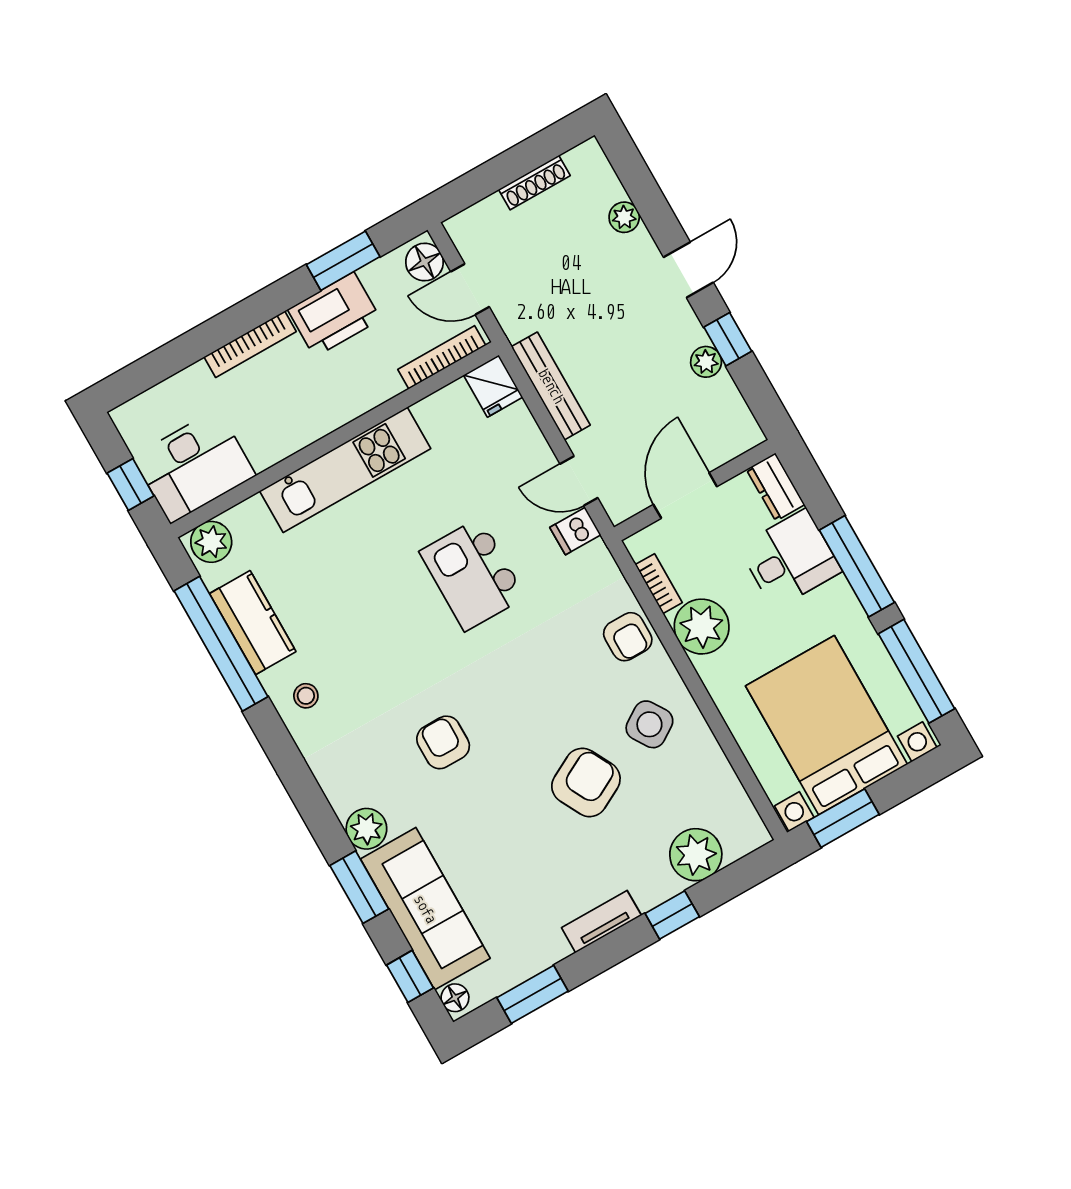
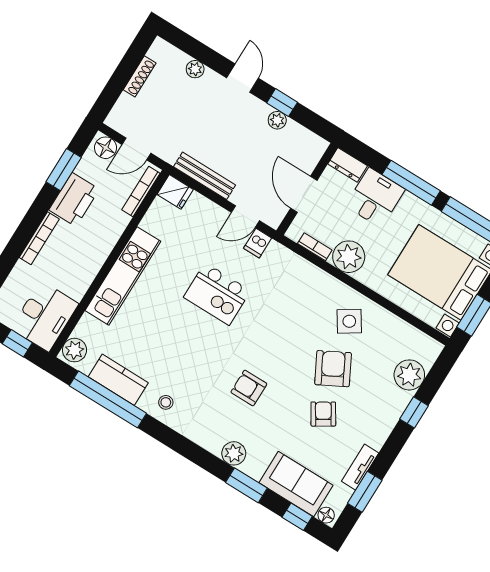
armchair: (628, 637) -> (323, 414), moved, turned -122
sofa: (425, 909) -> (296, 484), width x0.73
tv unit: (601, 922) -> (360, 467), moved

